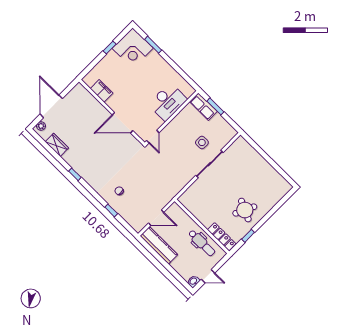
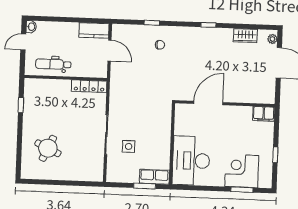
corner desk: (133, 48) -> (242, 171), moved
filing cabinet: (102, 91) -> (264, 114), moved
desk: (168, 102) -> (191, 161), width x1.36, depth x1.30
door: (153, 137) -> (173, 114), removed
round table: (245, 210) -> (48, 148), moved
door: (156, 218) -> (110, 51), swing flipped
locker: (222, 237) -> (89, 86), moved
kitchen counter: (159, 245) -> (94, 30), width x0.67

